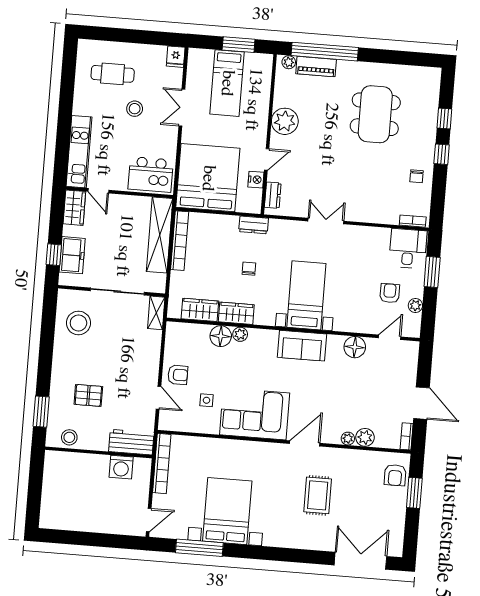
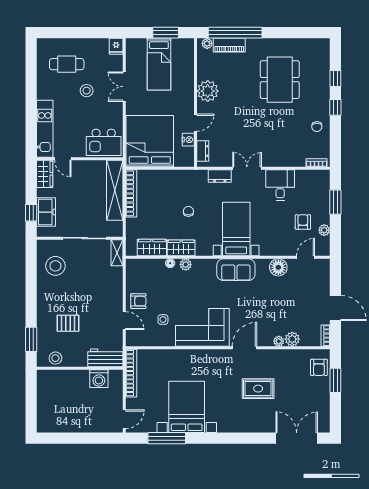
dresser: (254, 225) -> (220, 176), moved
desk: (408, 248) -> (280, 185), moved
floor lamp: (221, 336) -> (170, 263), width x0.53, depth x0.53
rug: (318, 495) -> (258, 389), turned 90

